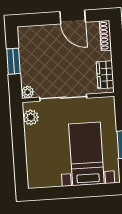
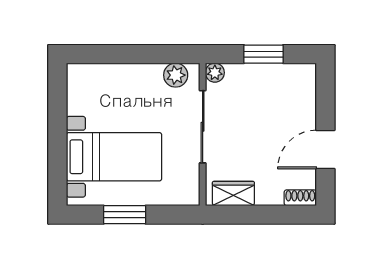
shoe rack: (105, 36) -> (300, 198), width x0.70

